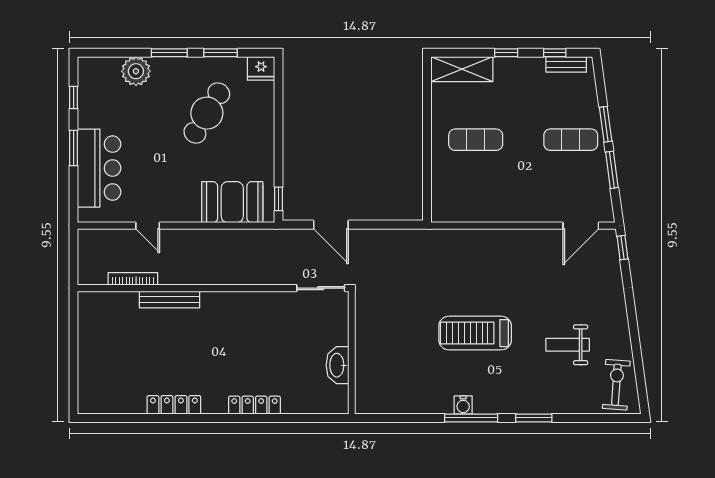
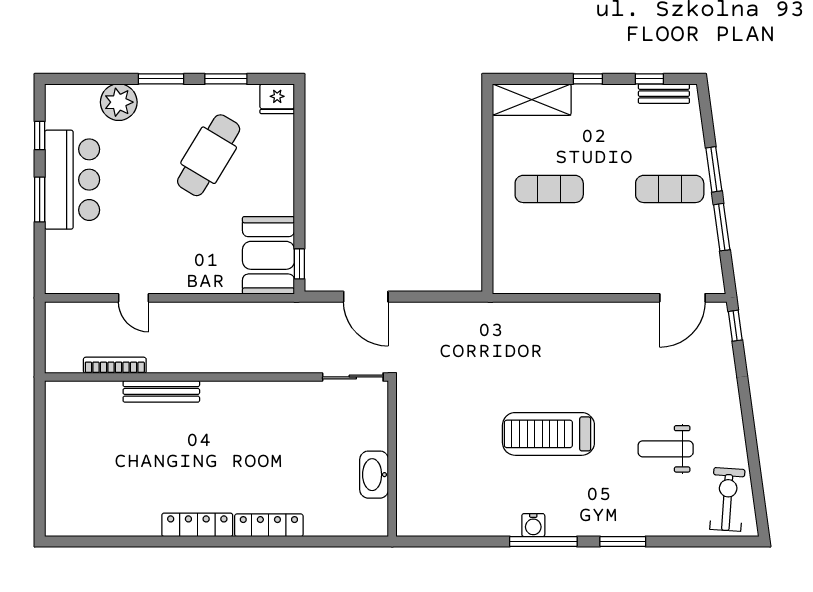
bar counter: (99, 168) -> (72, 180), moved
booth: (232, 202) -> (268, 255), moved, turned 90
locker: (174, 405) -> (197, 525), moved

